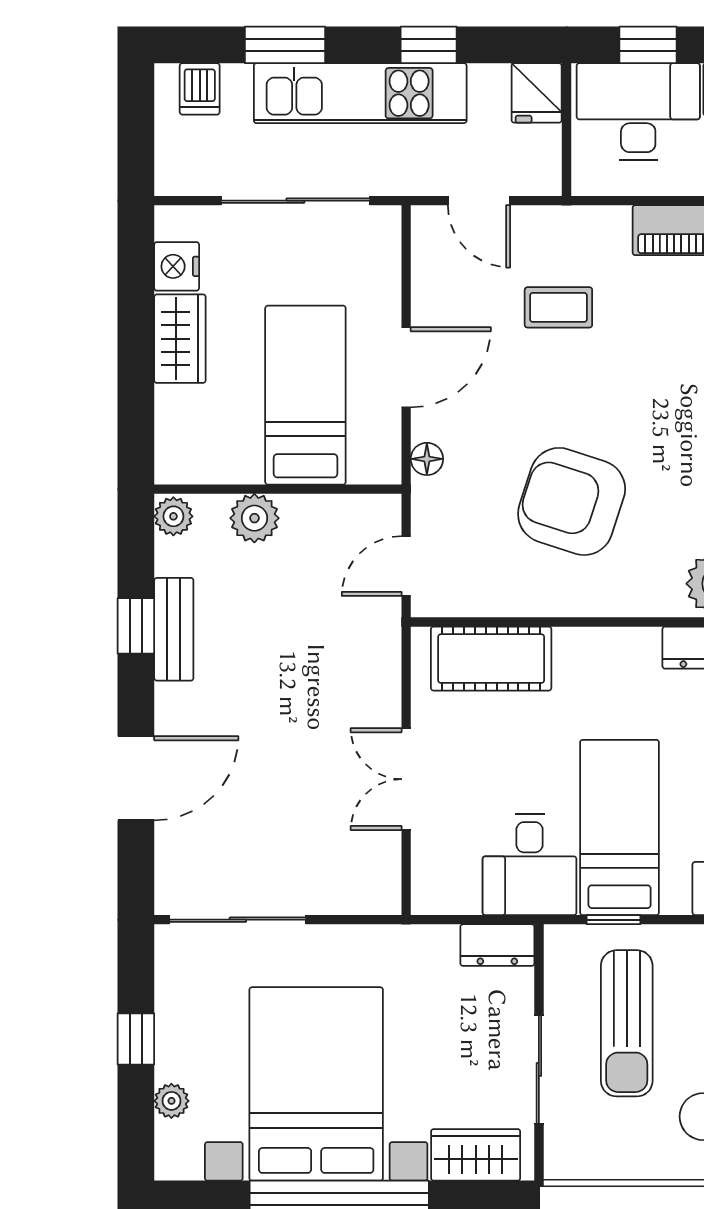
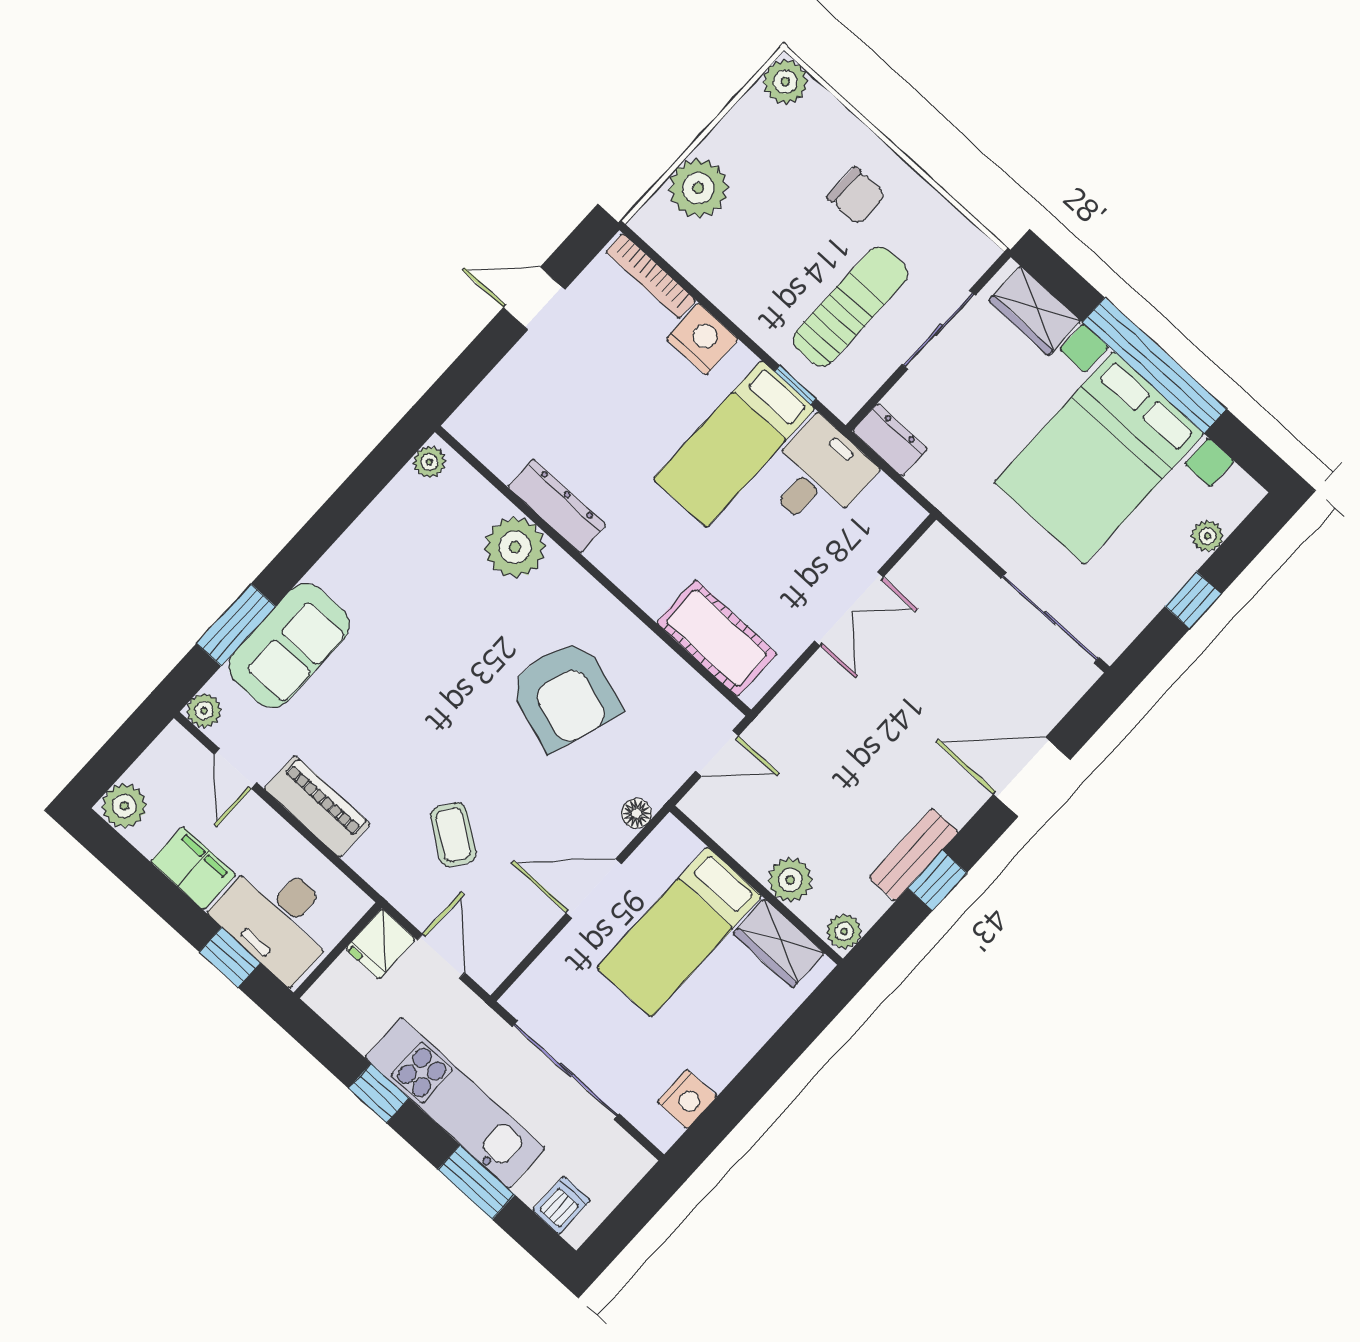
fridge: (537, 93) -> (380, 944), moved, turned 180
coffee table: (558, 307) -> (453, 835), turned 35
wardrobe: (180, 339) -> (779, 943), moved, turned -90

